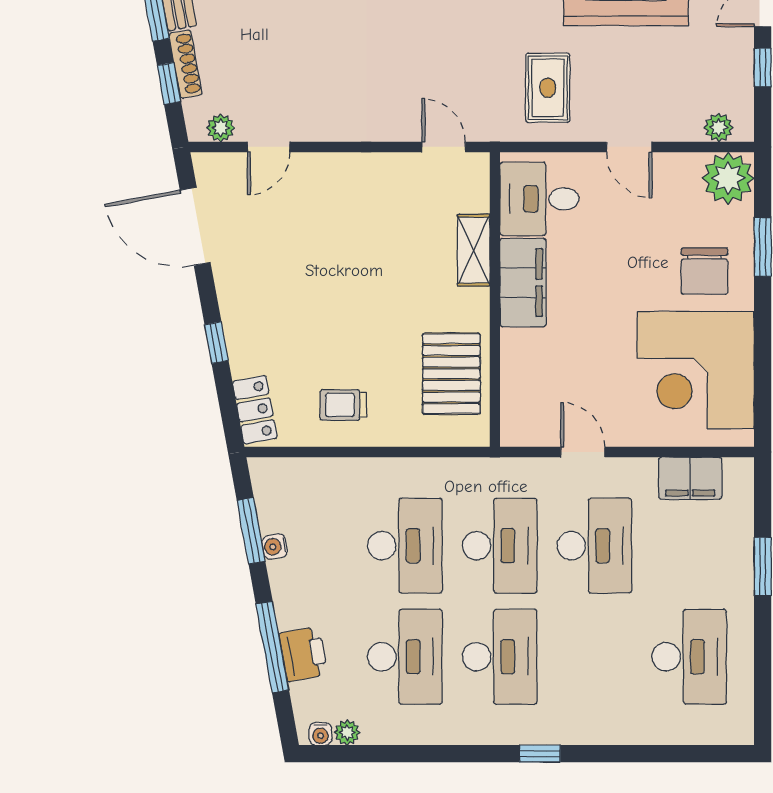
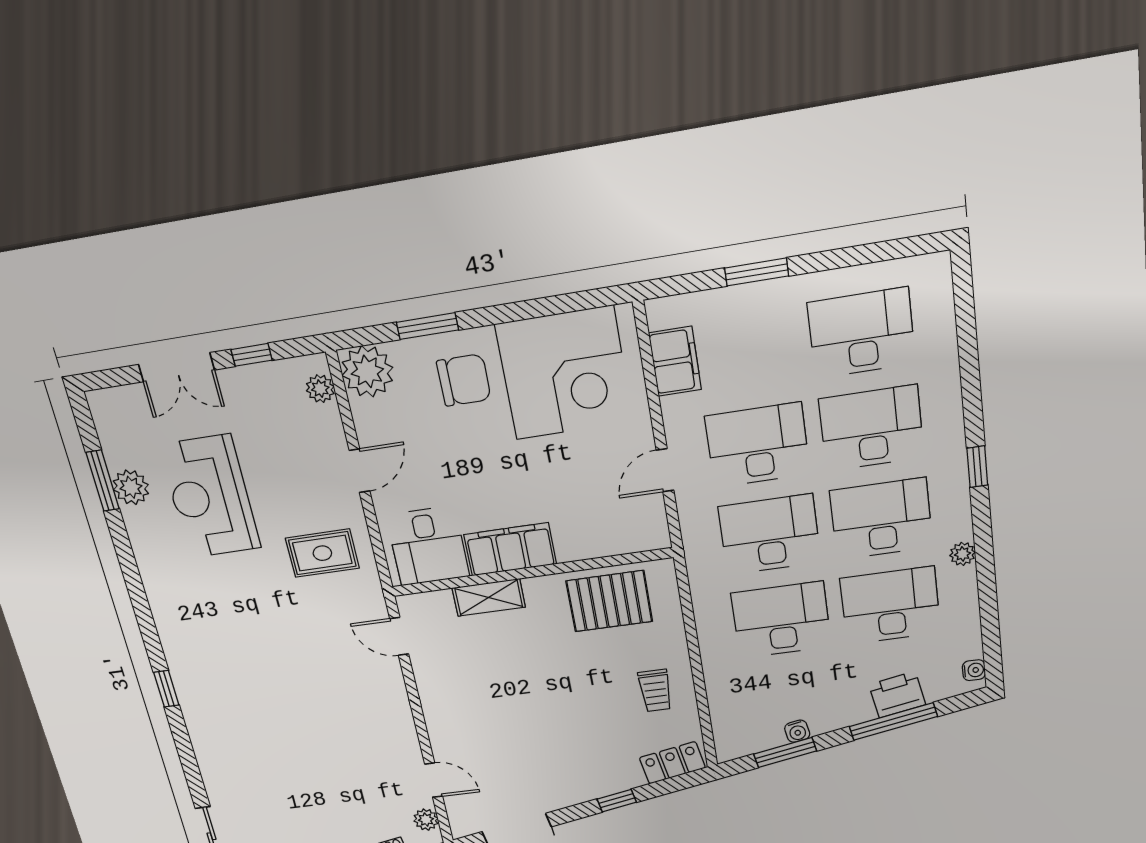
door: (444, 147) -> (399, 636), hinge flipped
desk: (594, 657) -> (871, 428), added
plant: (347, 733) -> (962, 554), moved

